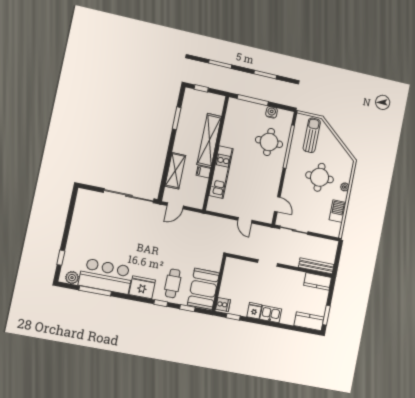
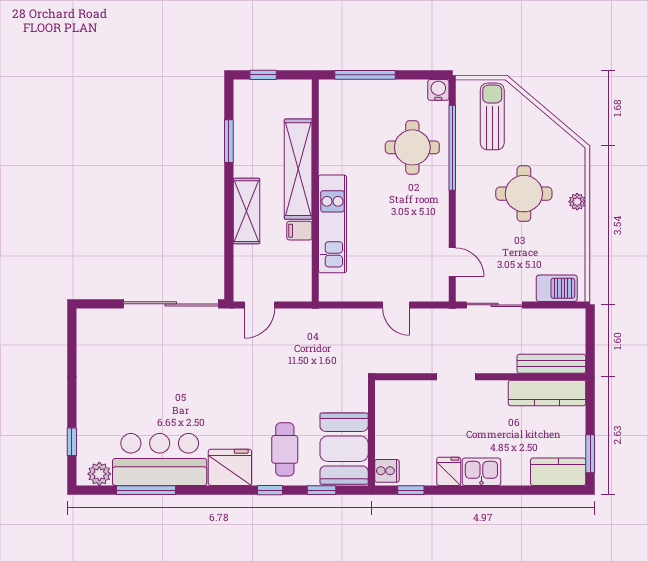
water cooler: (272, 112) -> (438, 90), moved
shelving: (175, 171) -> (247, 211), moved
barbecue: (338, 211) -> (557, 288), moved, turned 90
kitchen counter: (318, 281) -> (547, 393), width x1.50

